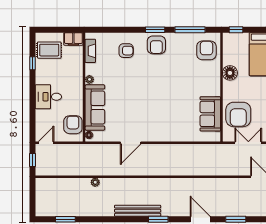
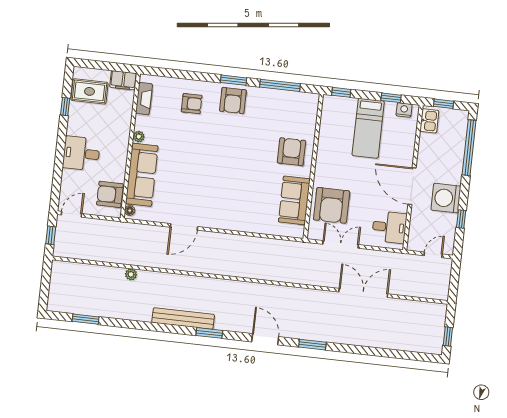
armchair: (206, 50) -> (291, 152), moved
floor lamp: (230, 73) -> (327, 149), removed
armchair: (73, 125) -> (110, 194), turned -90

